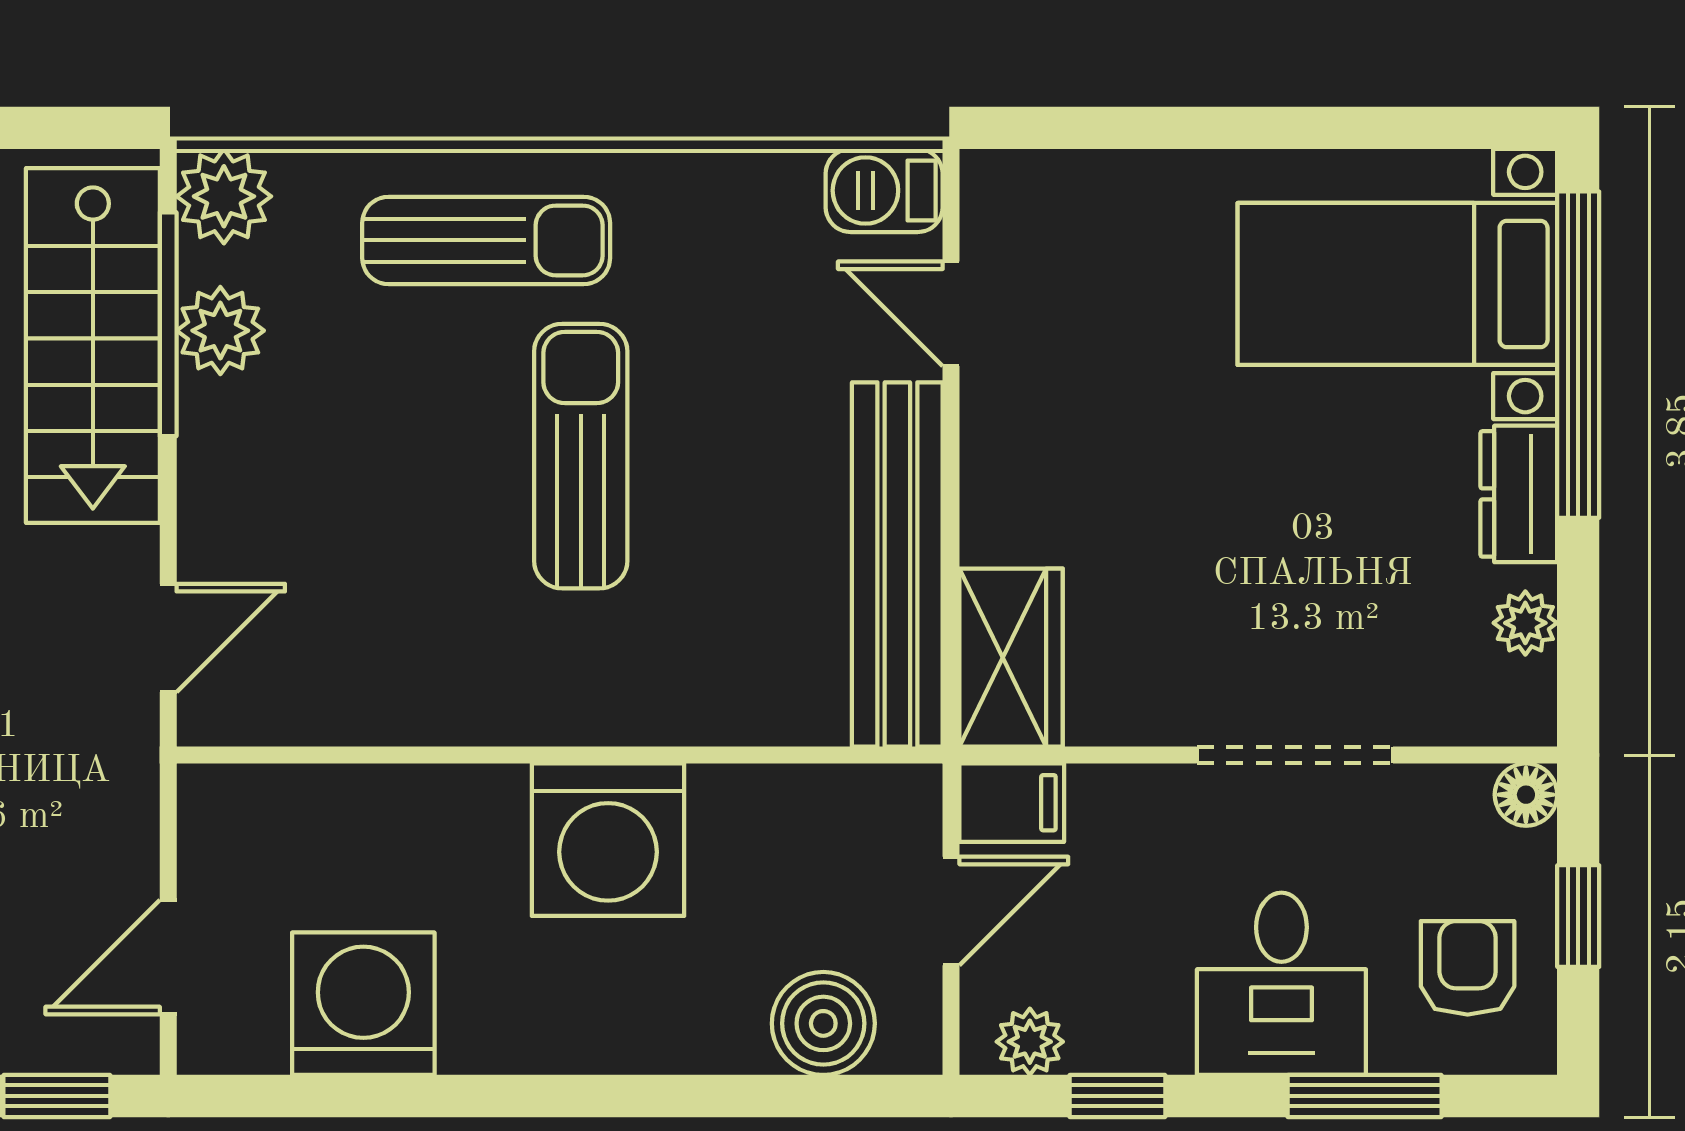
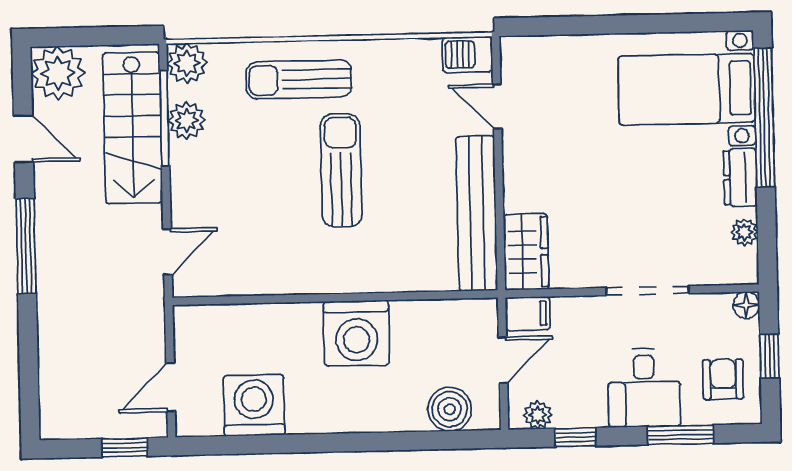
sun lounger: (486, 240) -> (299, 80), turned 180

